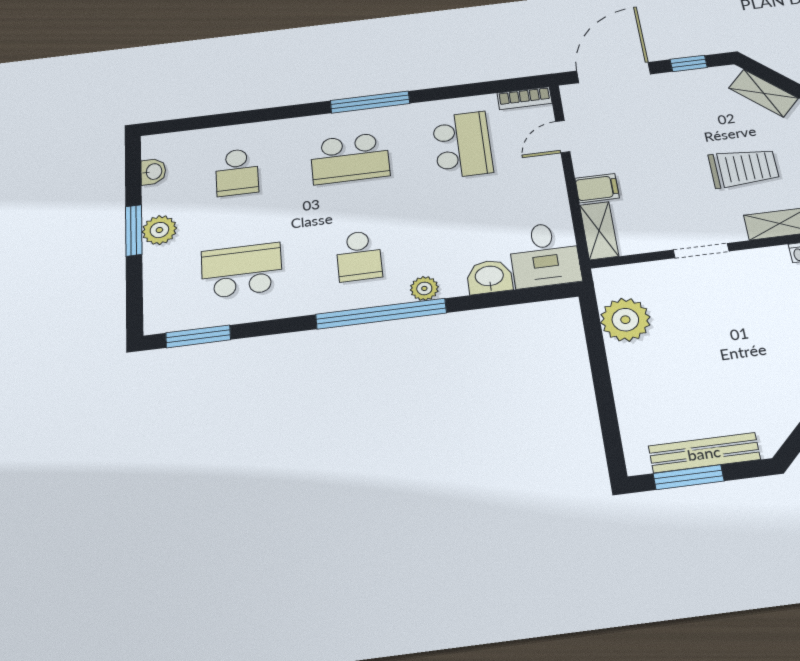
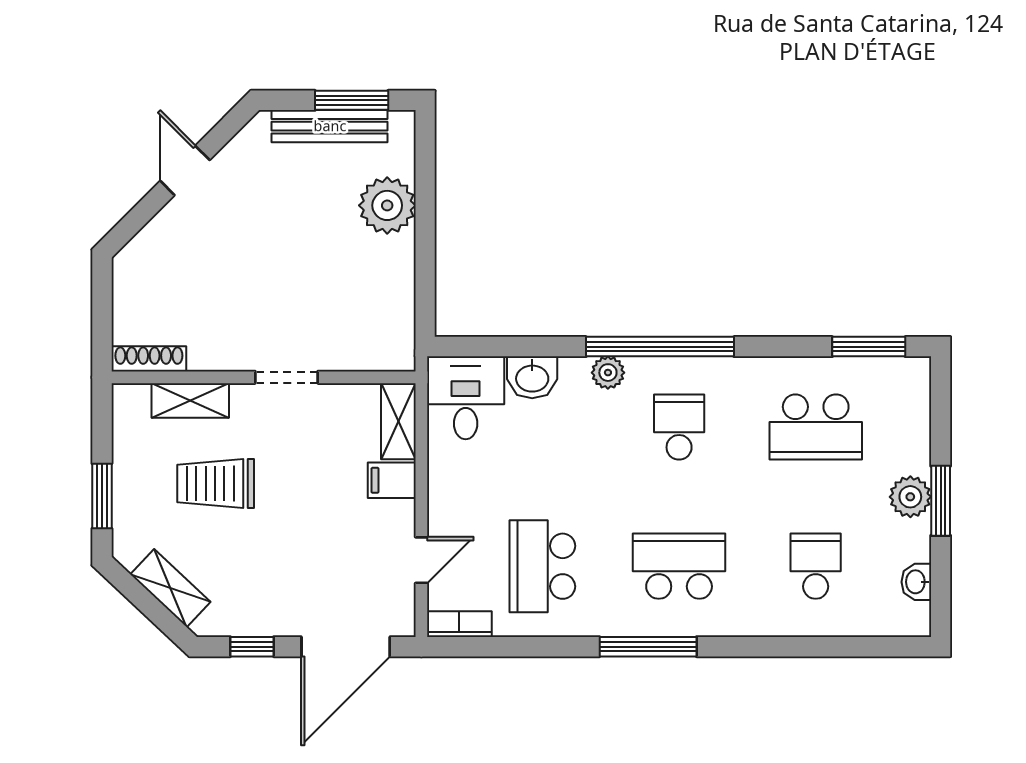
plant: (625, 320) -> (387, 205), moved

